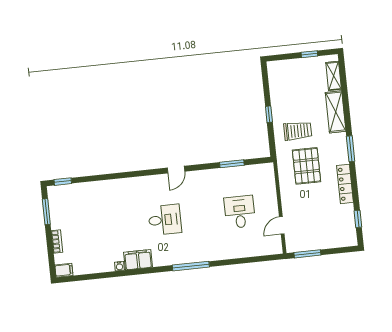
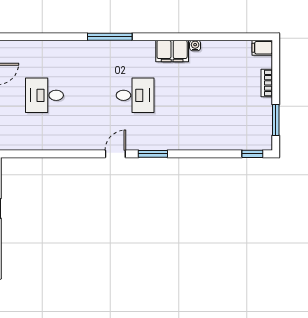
window: (232, 164) -> (153, 154), moved
desk: (240, 212) -> (45, 95), turned 90
desk: (165, 220) -> (135, 95), turned 180

